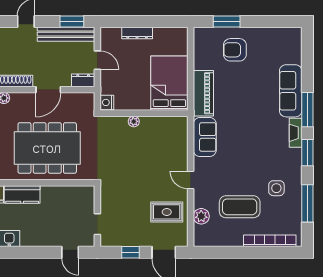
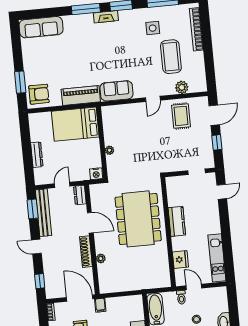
armchair: (235, 50) -> (39, 94), moved, turned -90
sofa: (291, 91) -> (41, 27), moved
kitchen counter: (22, 194) -> (177, 221), moved

